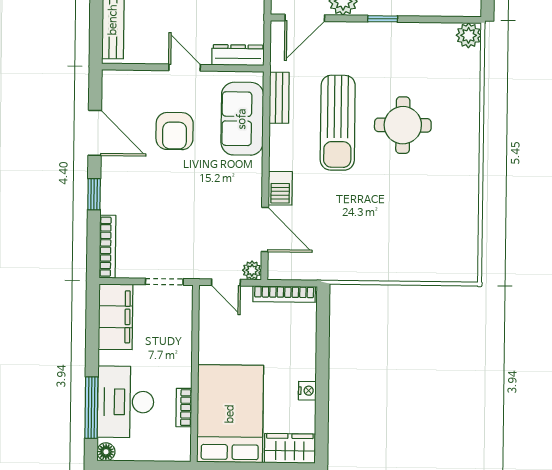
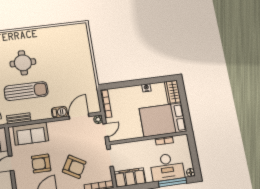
armchair: (175, 131) -> (41, 163), turned 180
armchair: (157, 201) -> (74, 167), added

